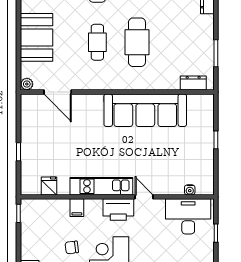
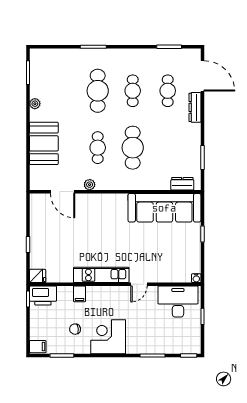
plant: (27, 84) -> (90, 185), moved
sofa: (145, 110) -> (164, 208), moved
fridge: (49, 186) -> (38, 276), moved, turned 90
water cooler: (190, 190) -> (196, 278), moved
door: (144, 197) -> (139, 284), swing flipped
printer: (118, 210) -> (43, 296), moved

